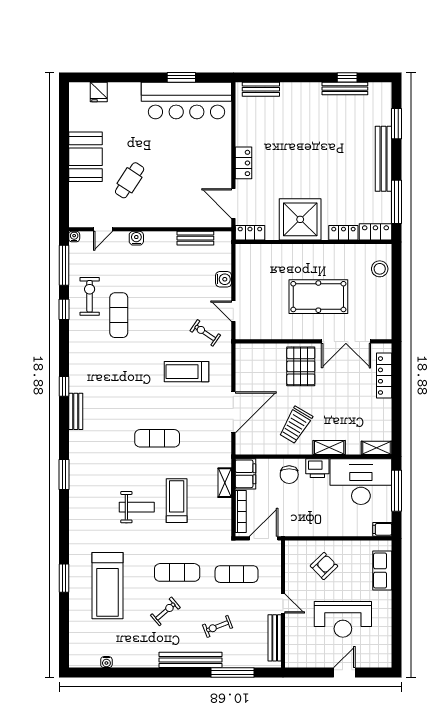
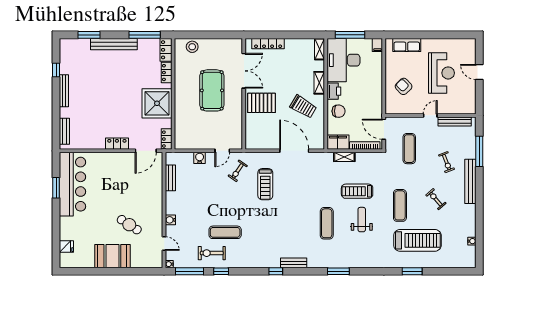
bench: (345, 89) -> (64, 91), moved
exercise mat: (157, 438) -> (327, 223), moved
exercise mat: (177, 572) -> (400, 205), moved

